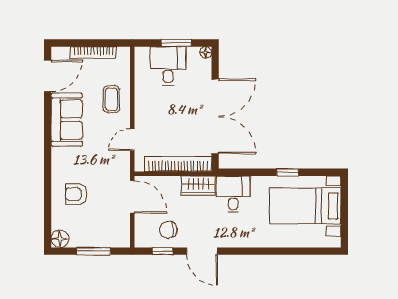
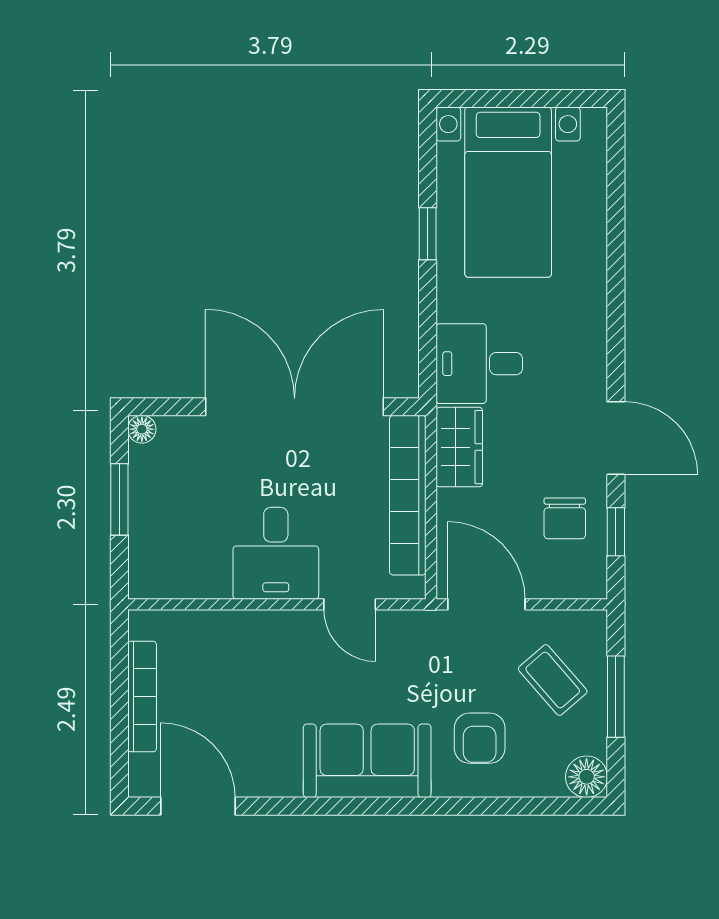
desk: (168, 66) -> (276, 553), moved, turned -90
coffee table: (111, 99) -> (553, 680), moved, turned 49
sofa: (67, 120) -> (367, 761), moved
door: (132, 197) -> (486, 604), hinge flipped
door: (202, 251) -> (616, 438), hinge flipped

